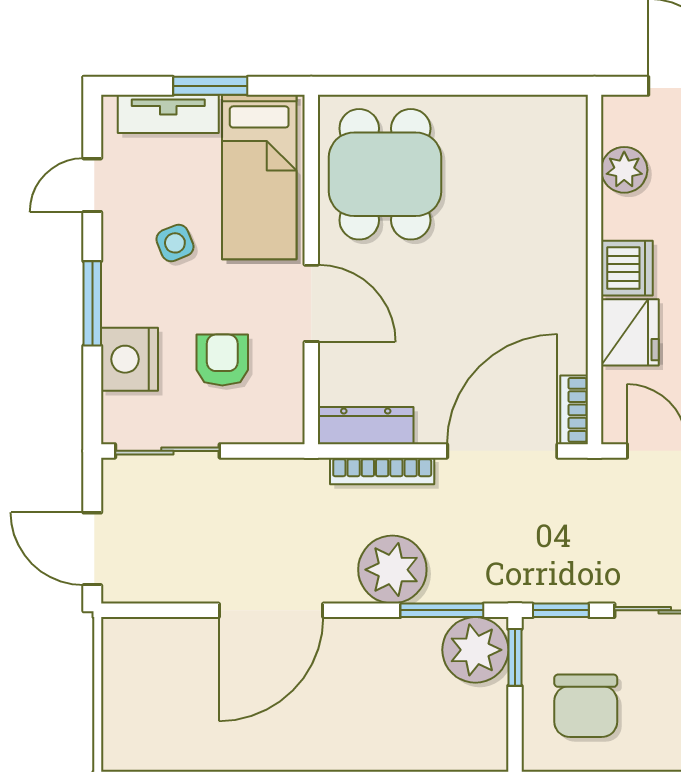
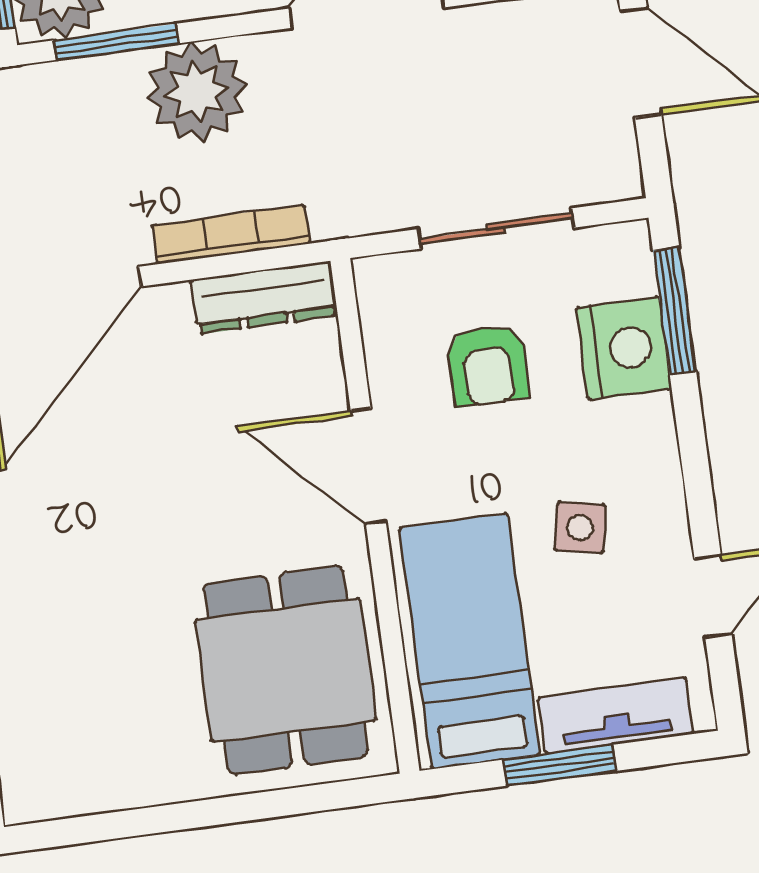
side table: (175, 243) -> (580, 528), turned 33
window: (92, 303) -> (674, 311), moved
sliding door: (167, 451) -> (496, 228), moved

